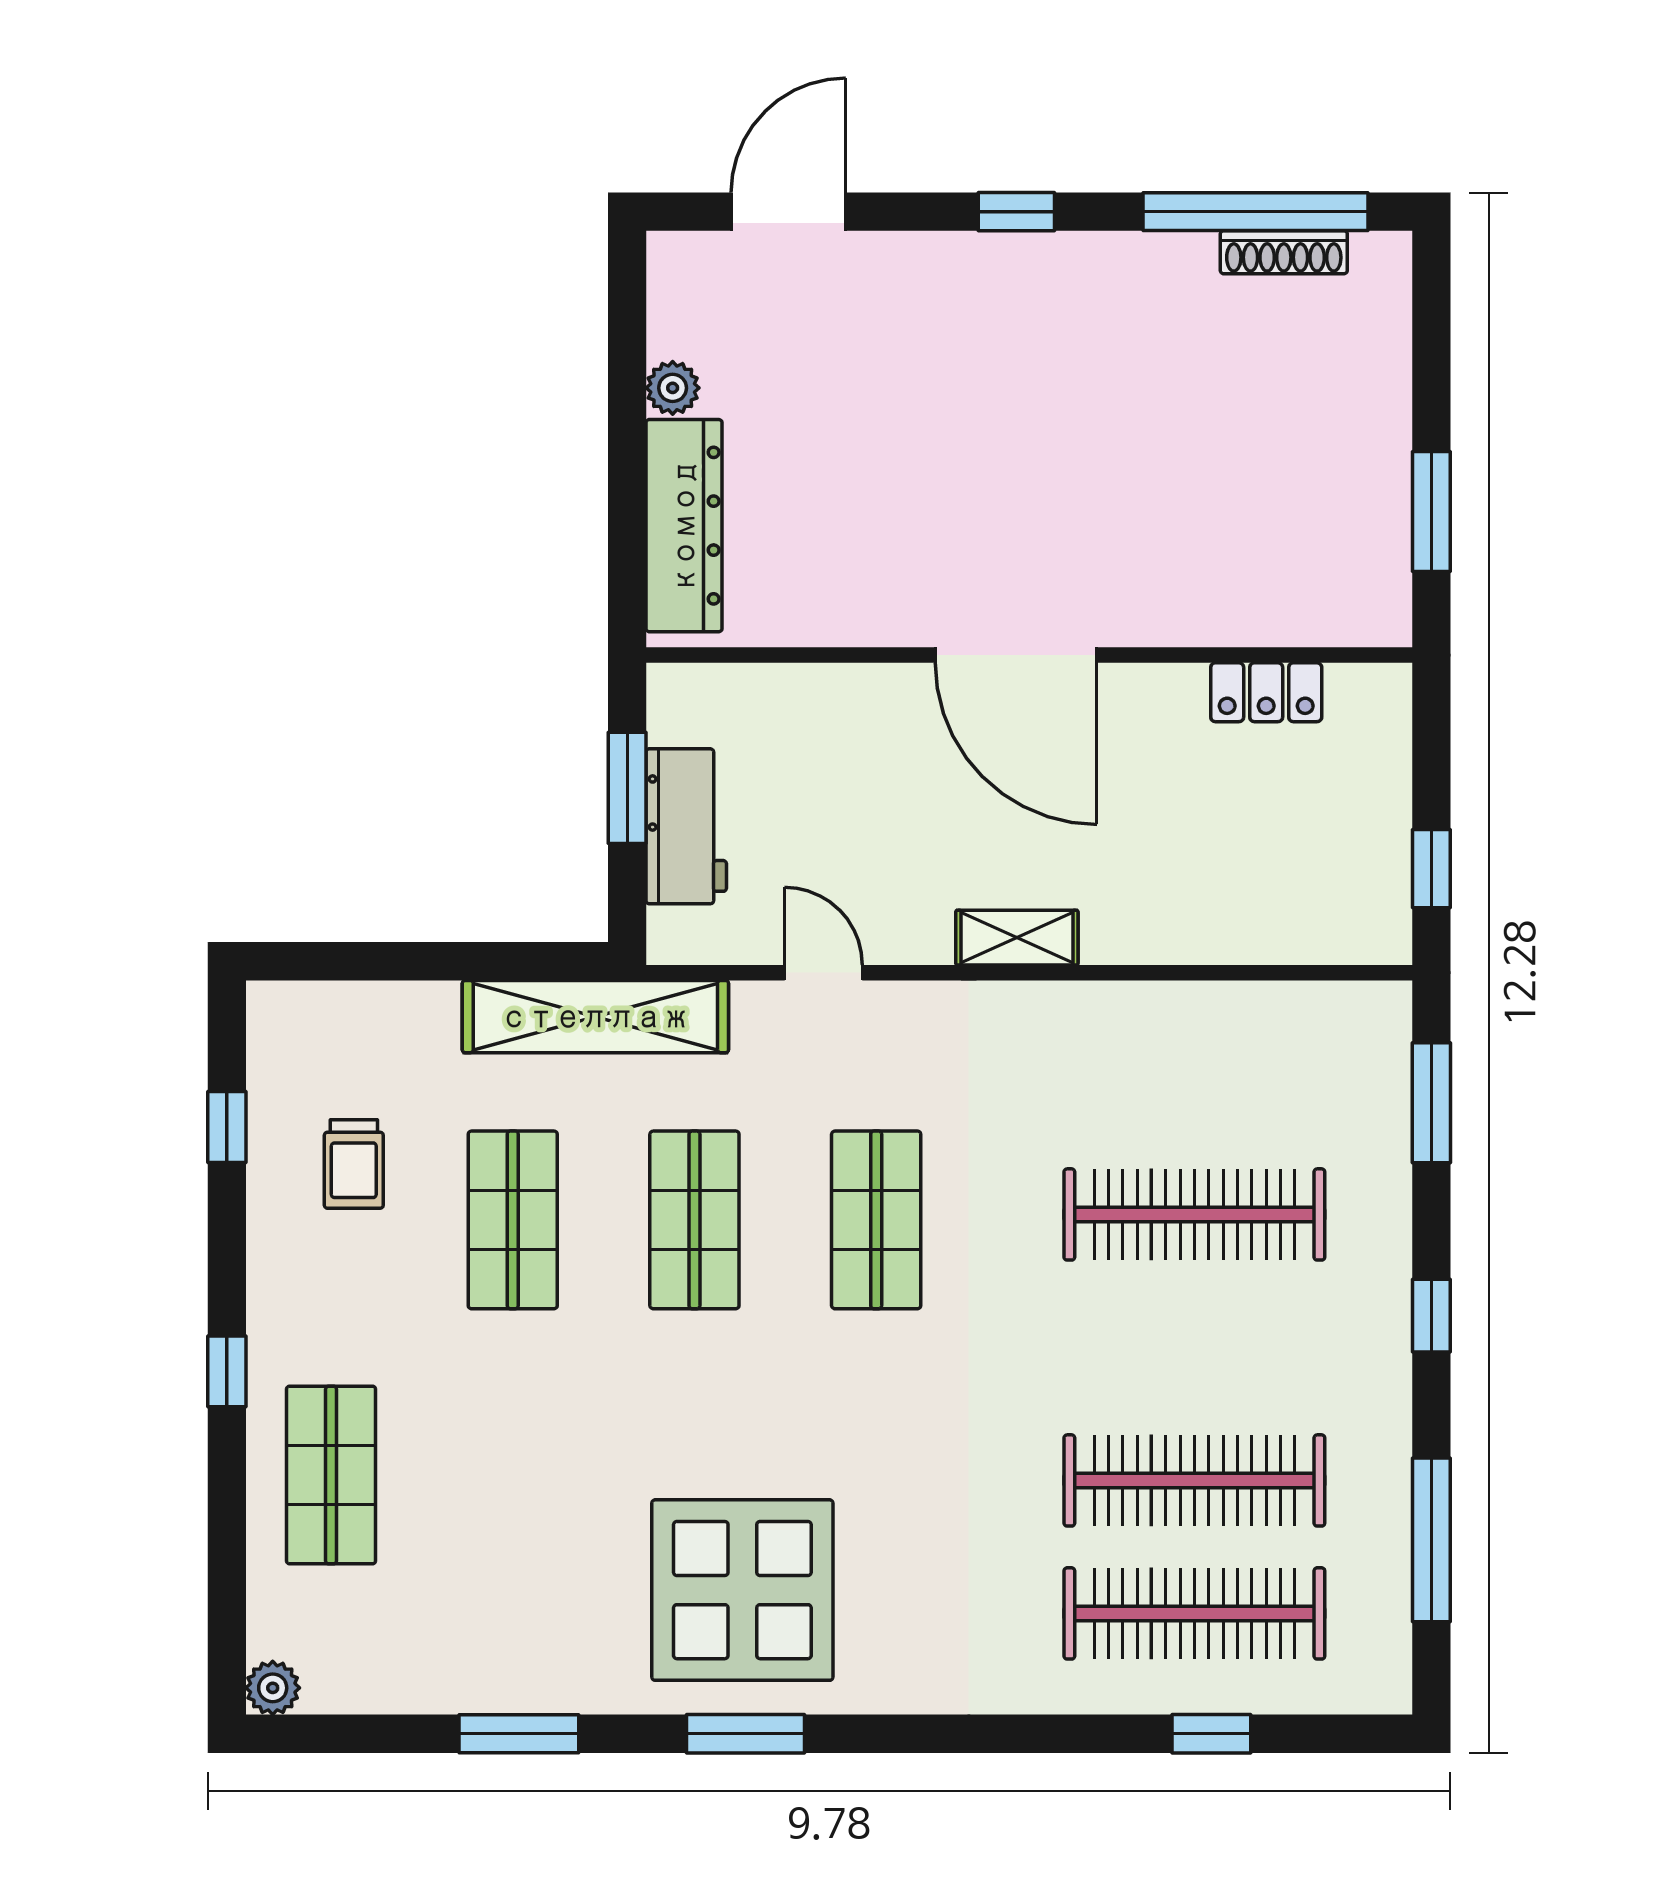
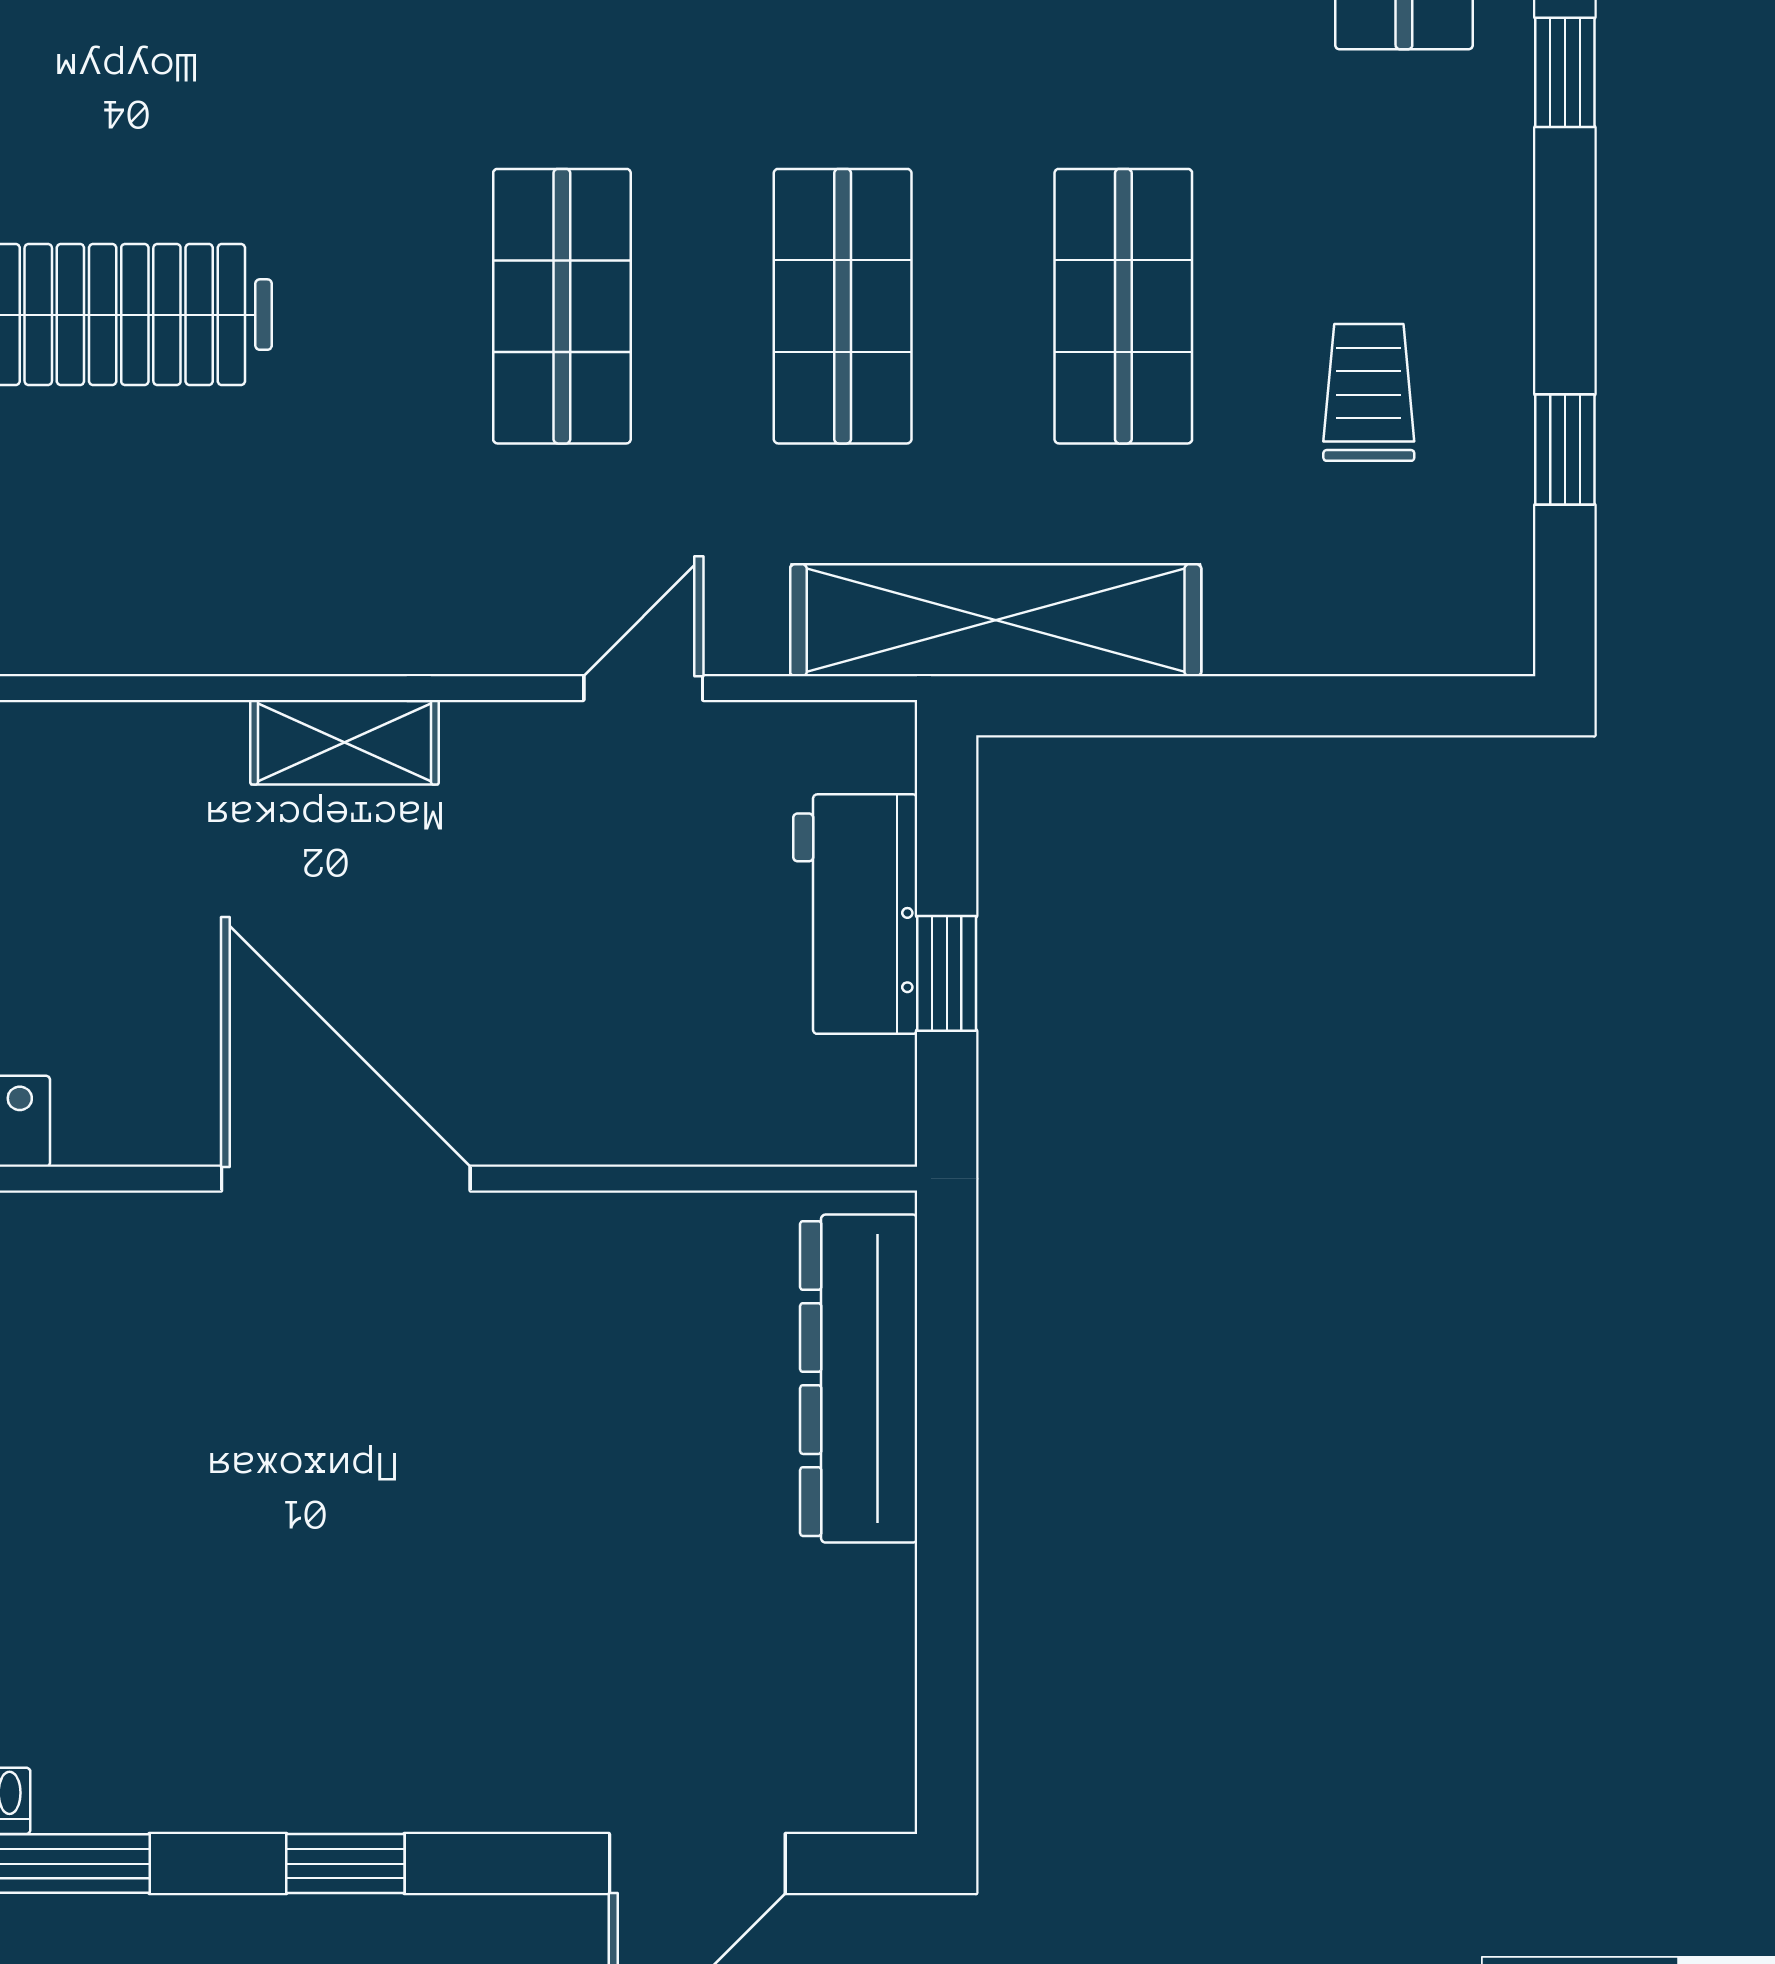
plant: (673, 388) -> (876, 1591), removed
window: (627, 788) -> (947, 973), width x0.67
door: (823, 973) -> (643, 688), swing flipped

